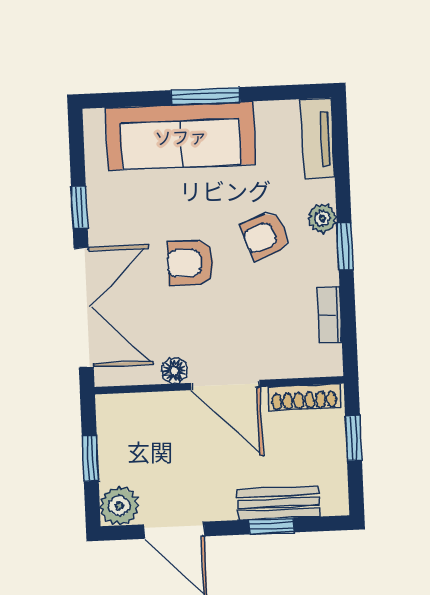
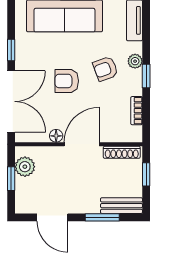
door: (225, 385) -> (82, 144), swing flipped
bench: (278, 503) -> (122, 206), moved
plant: (119, 506) -> (25, 167), moved
window: (272, 526) -> (102, 217), width x1.50

